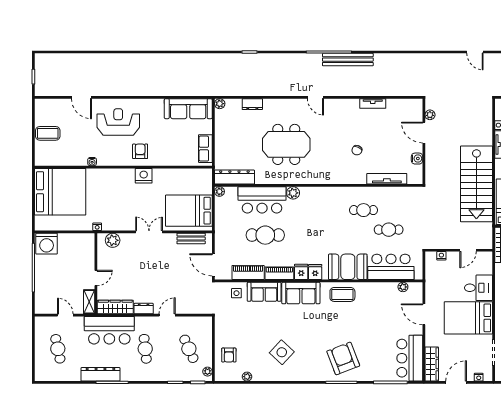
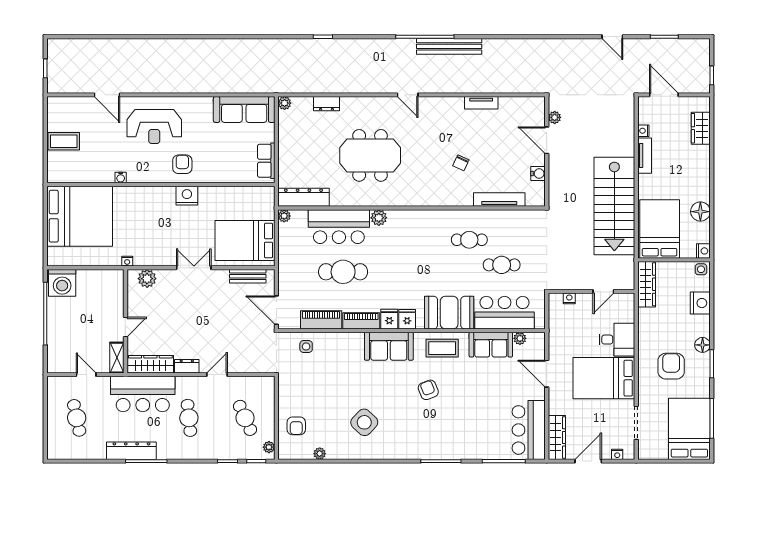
reception desk: (118, 122) -> (154, 127), turned 180
sofa: (264, 292) -> (491, 345), moved
armchair: (343, 358) -> (428, 390), moved, width x0.53, depth x0.53

